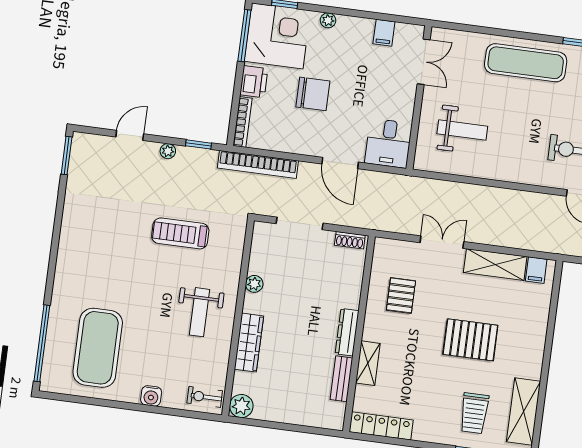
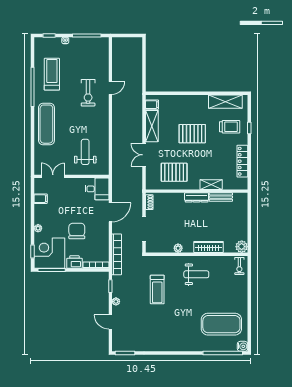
pallet: (401, 295) -> (174, 172), width x1.50, depth x1.42
pallet: (470, 340) -> (192, 134), turned 90
water cooler: (151, 396) -> (242, 346), moved
locker: (381, 426) -> (242, 161), moved

